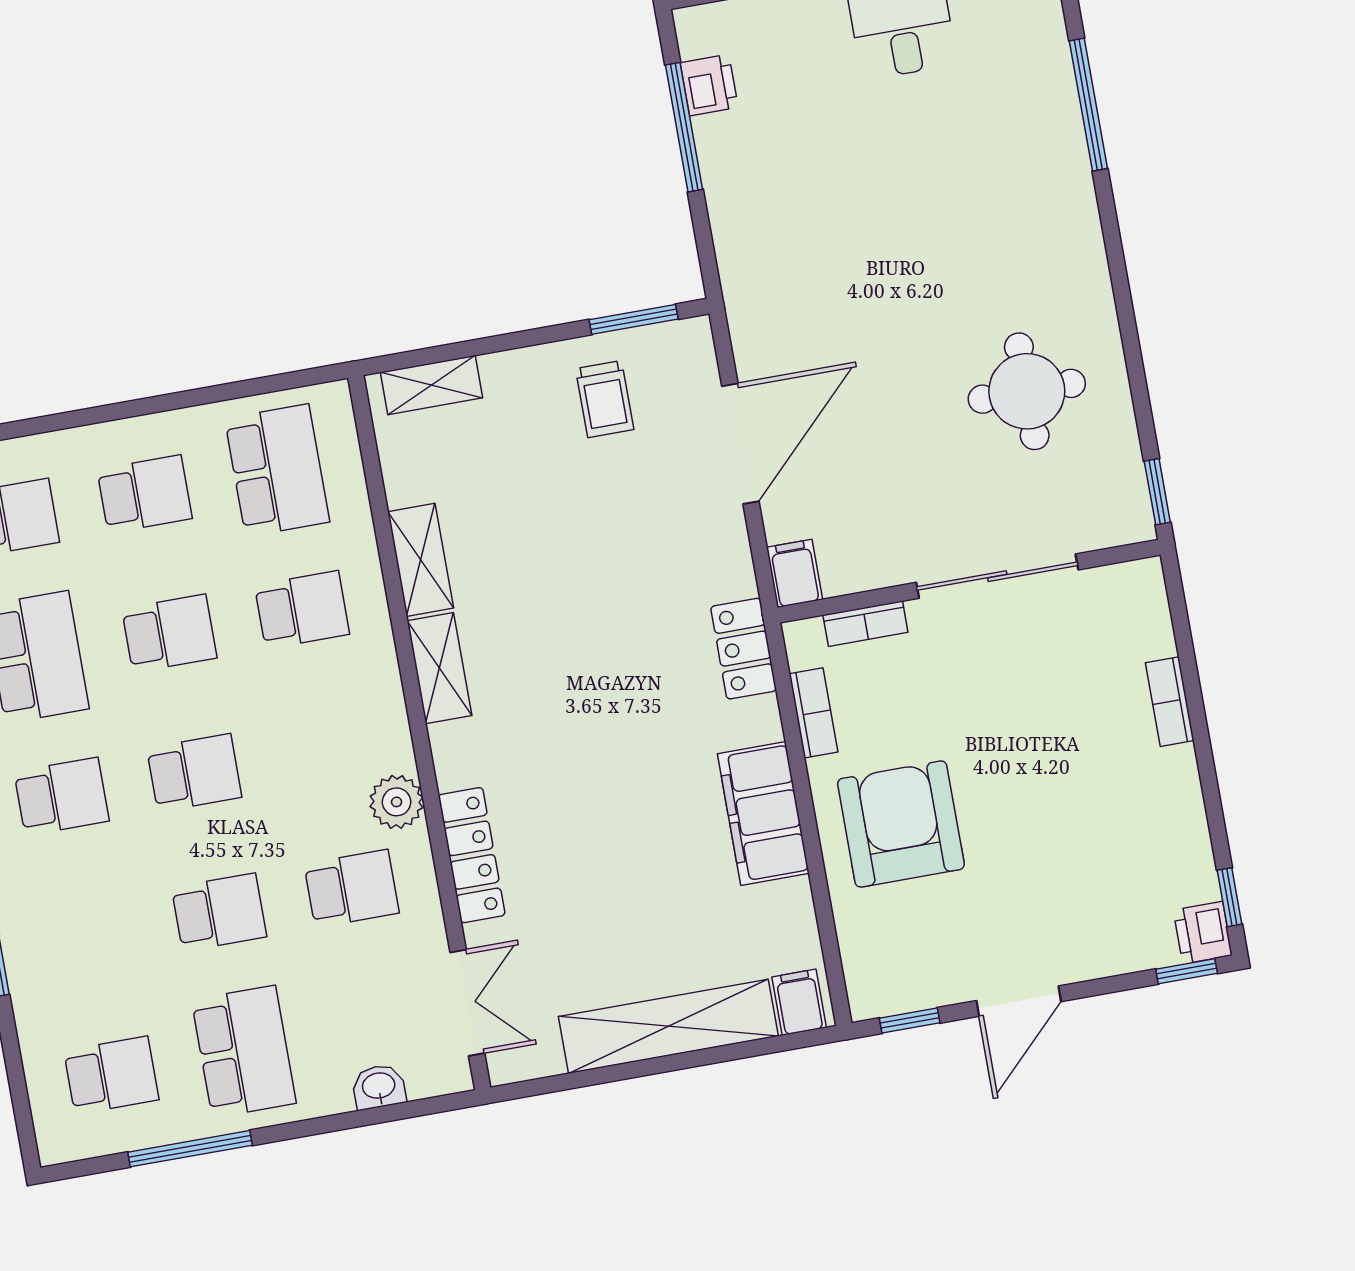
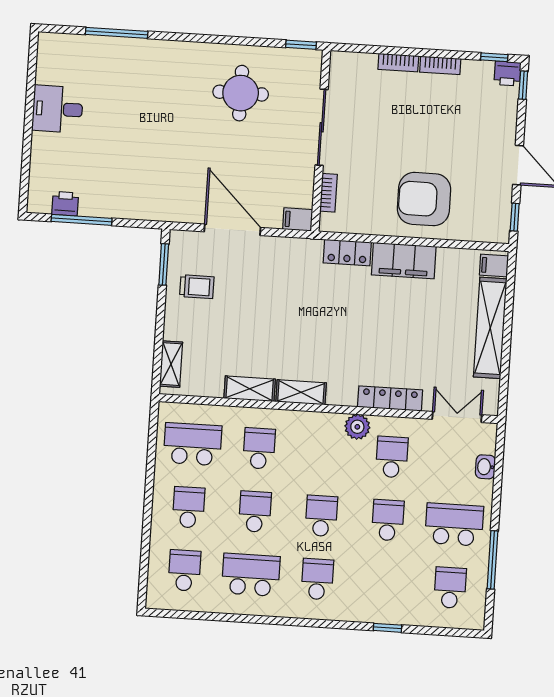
locker: (744, 649) -> (347, 253), moved
bookcase: (813, 713) -> (440, 65), moved, turned 180

